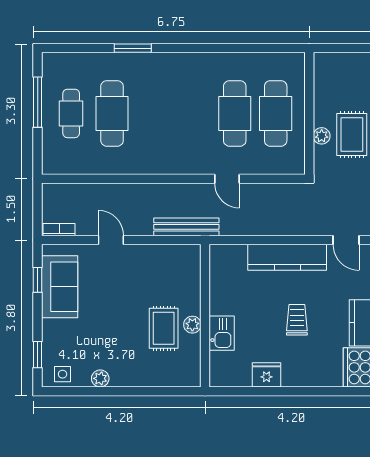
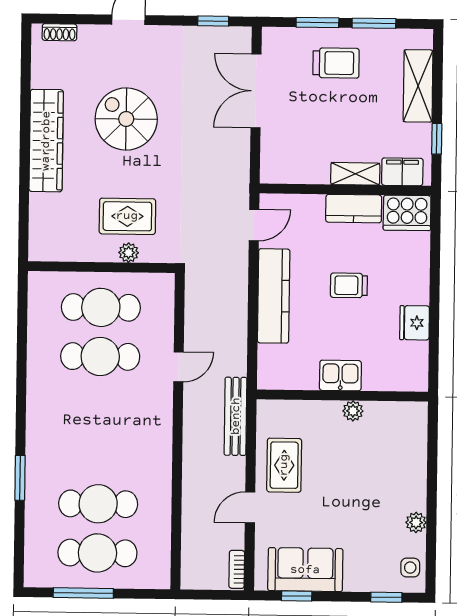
cafe table: (71, 113) -> (97, 553), width x1.37, depth x1.35
rug: (164, 328) -> (284, 465), moved, turned 90
kitchen sink: (222, 333) -> (340, 376), moved

